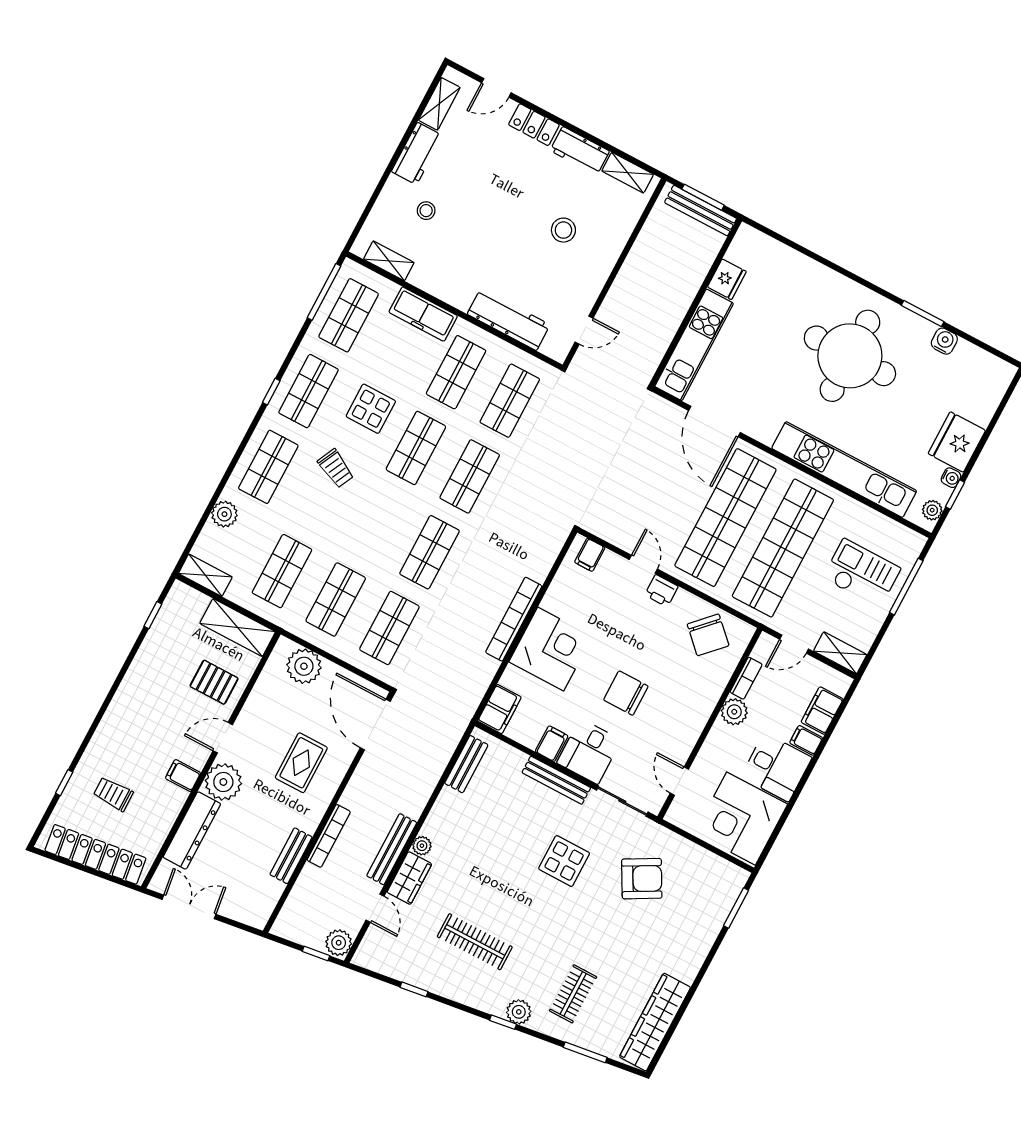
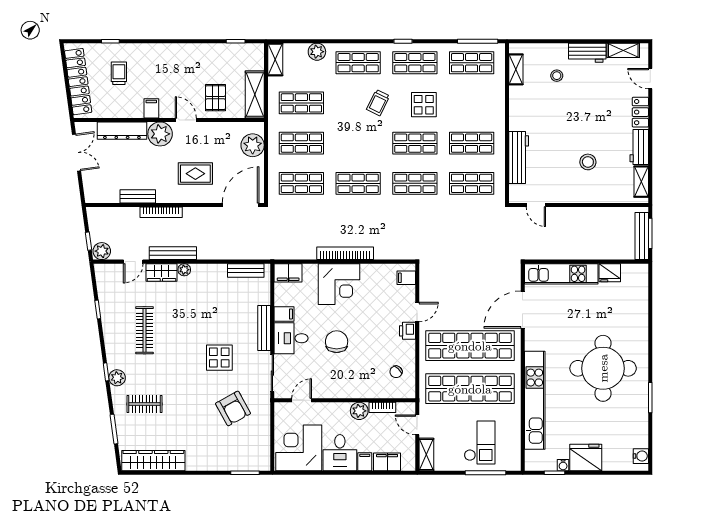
freezer: (423, 314) -> (495, 106), removed
water cooler: (944, 341) -> (641, 456), moved
plant: (932, 510) -> (538, 464), removed
chair: (708, 635) -> (396, 372), width x0.54, depth x0.54

